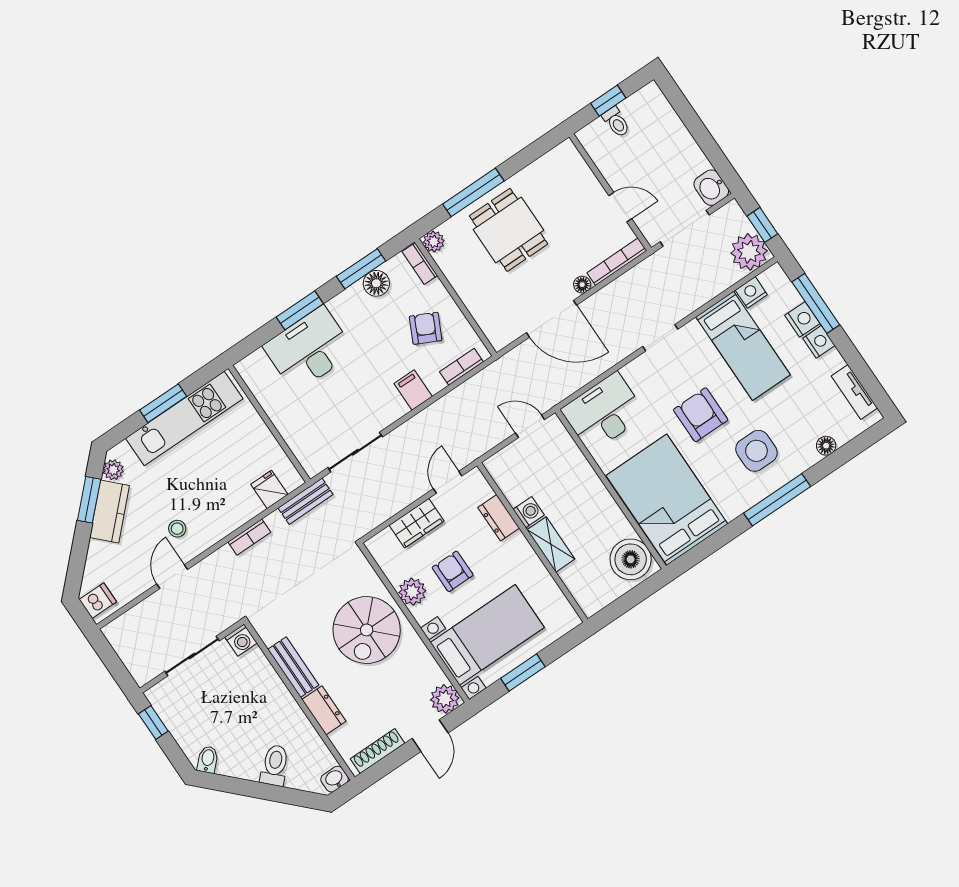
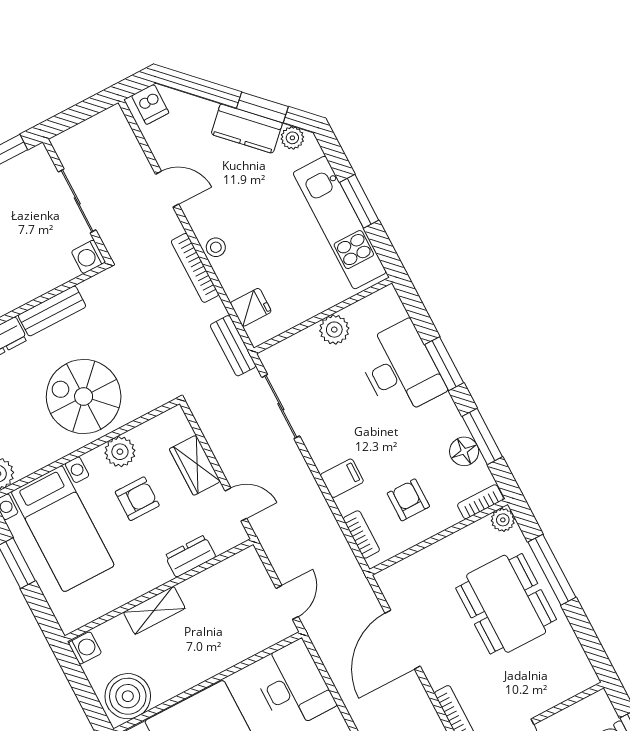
dining table: (509, 230) -> (506, 604), width x1.38
floor lamp: (582, 285) -> (436, 678), removed
armchair: (426, 328) -> (408, 500), turned -116
plant: (281, 412) -> (334, 330), added
washing machine: (529, 512) -> (85, 648), moved, turned -90
stool: (177, 529) -> (216, 247), moved
bookcase: (249, 537) -> (195, 268), width x1.56

